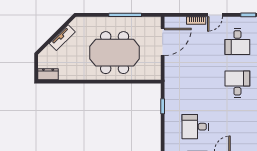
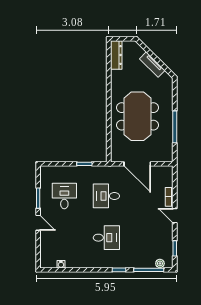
door: (163, 42) -> (137, 164), moved
desk: (237, 42) -> (106, 196), moved
dresser: (48, 74) -> (116, 55), width x1.44

